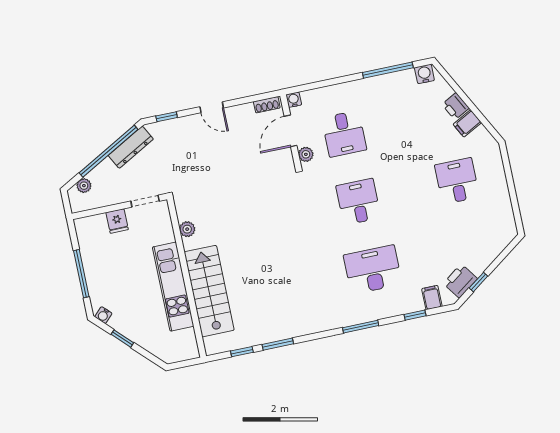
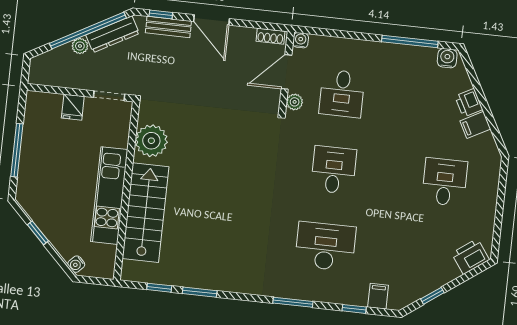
door: (212, 107) -> (212, 20), width x1.38
bench: (177, 125) -> (168, 27), added
plant: (84, 186) -> (80, 46), moved
plant: (187, 229) -> (151, 141), width x1.87, depth x1.87
printer: (460, 281) -> (470, 256), moved
water cooler: (103, 315) -> (76, 264), moved

